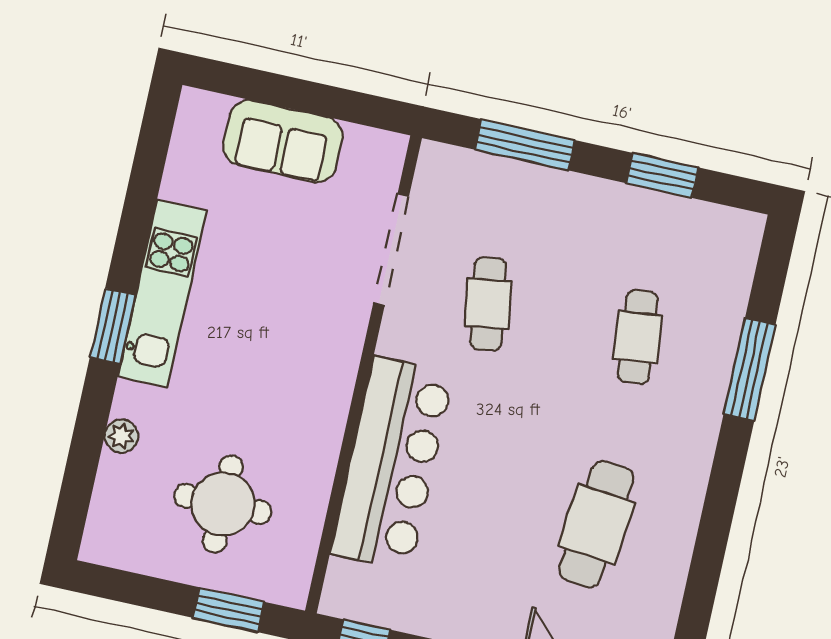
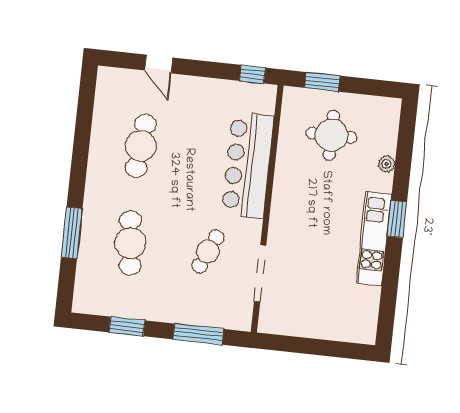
sofa: (283, 141) -> (321, 322), removed
cafe table: (488, 304) -> (208, 251), turned 33
cafe table: (638, 337) -> (130, 243), width x1.37, depth x1.35

